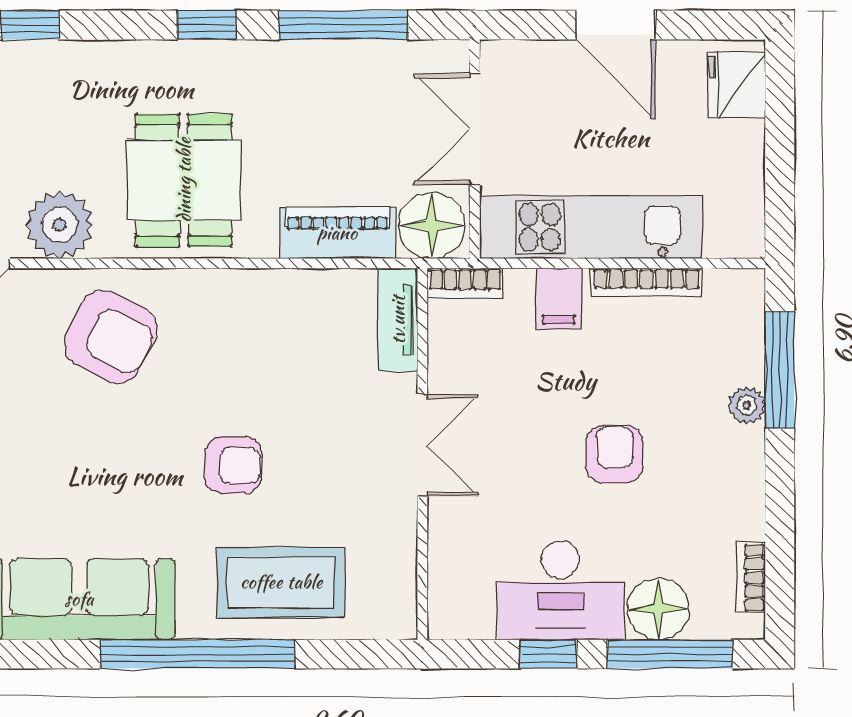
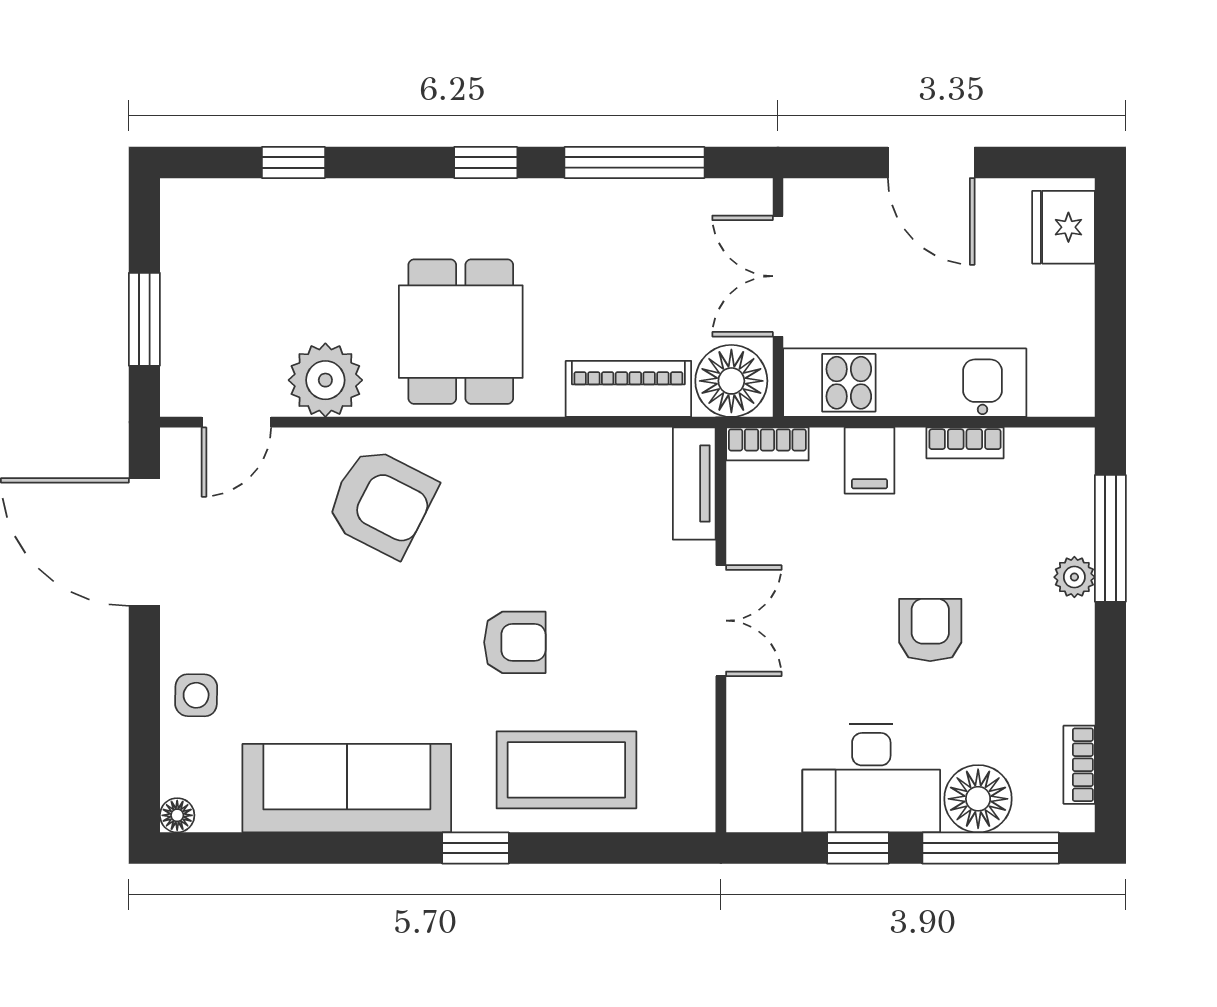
bookcase: (646, 282) -> (965, 443), width x0.64
window: (197, 654) -> (476, 848), width x0.32

